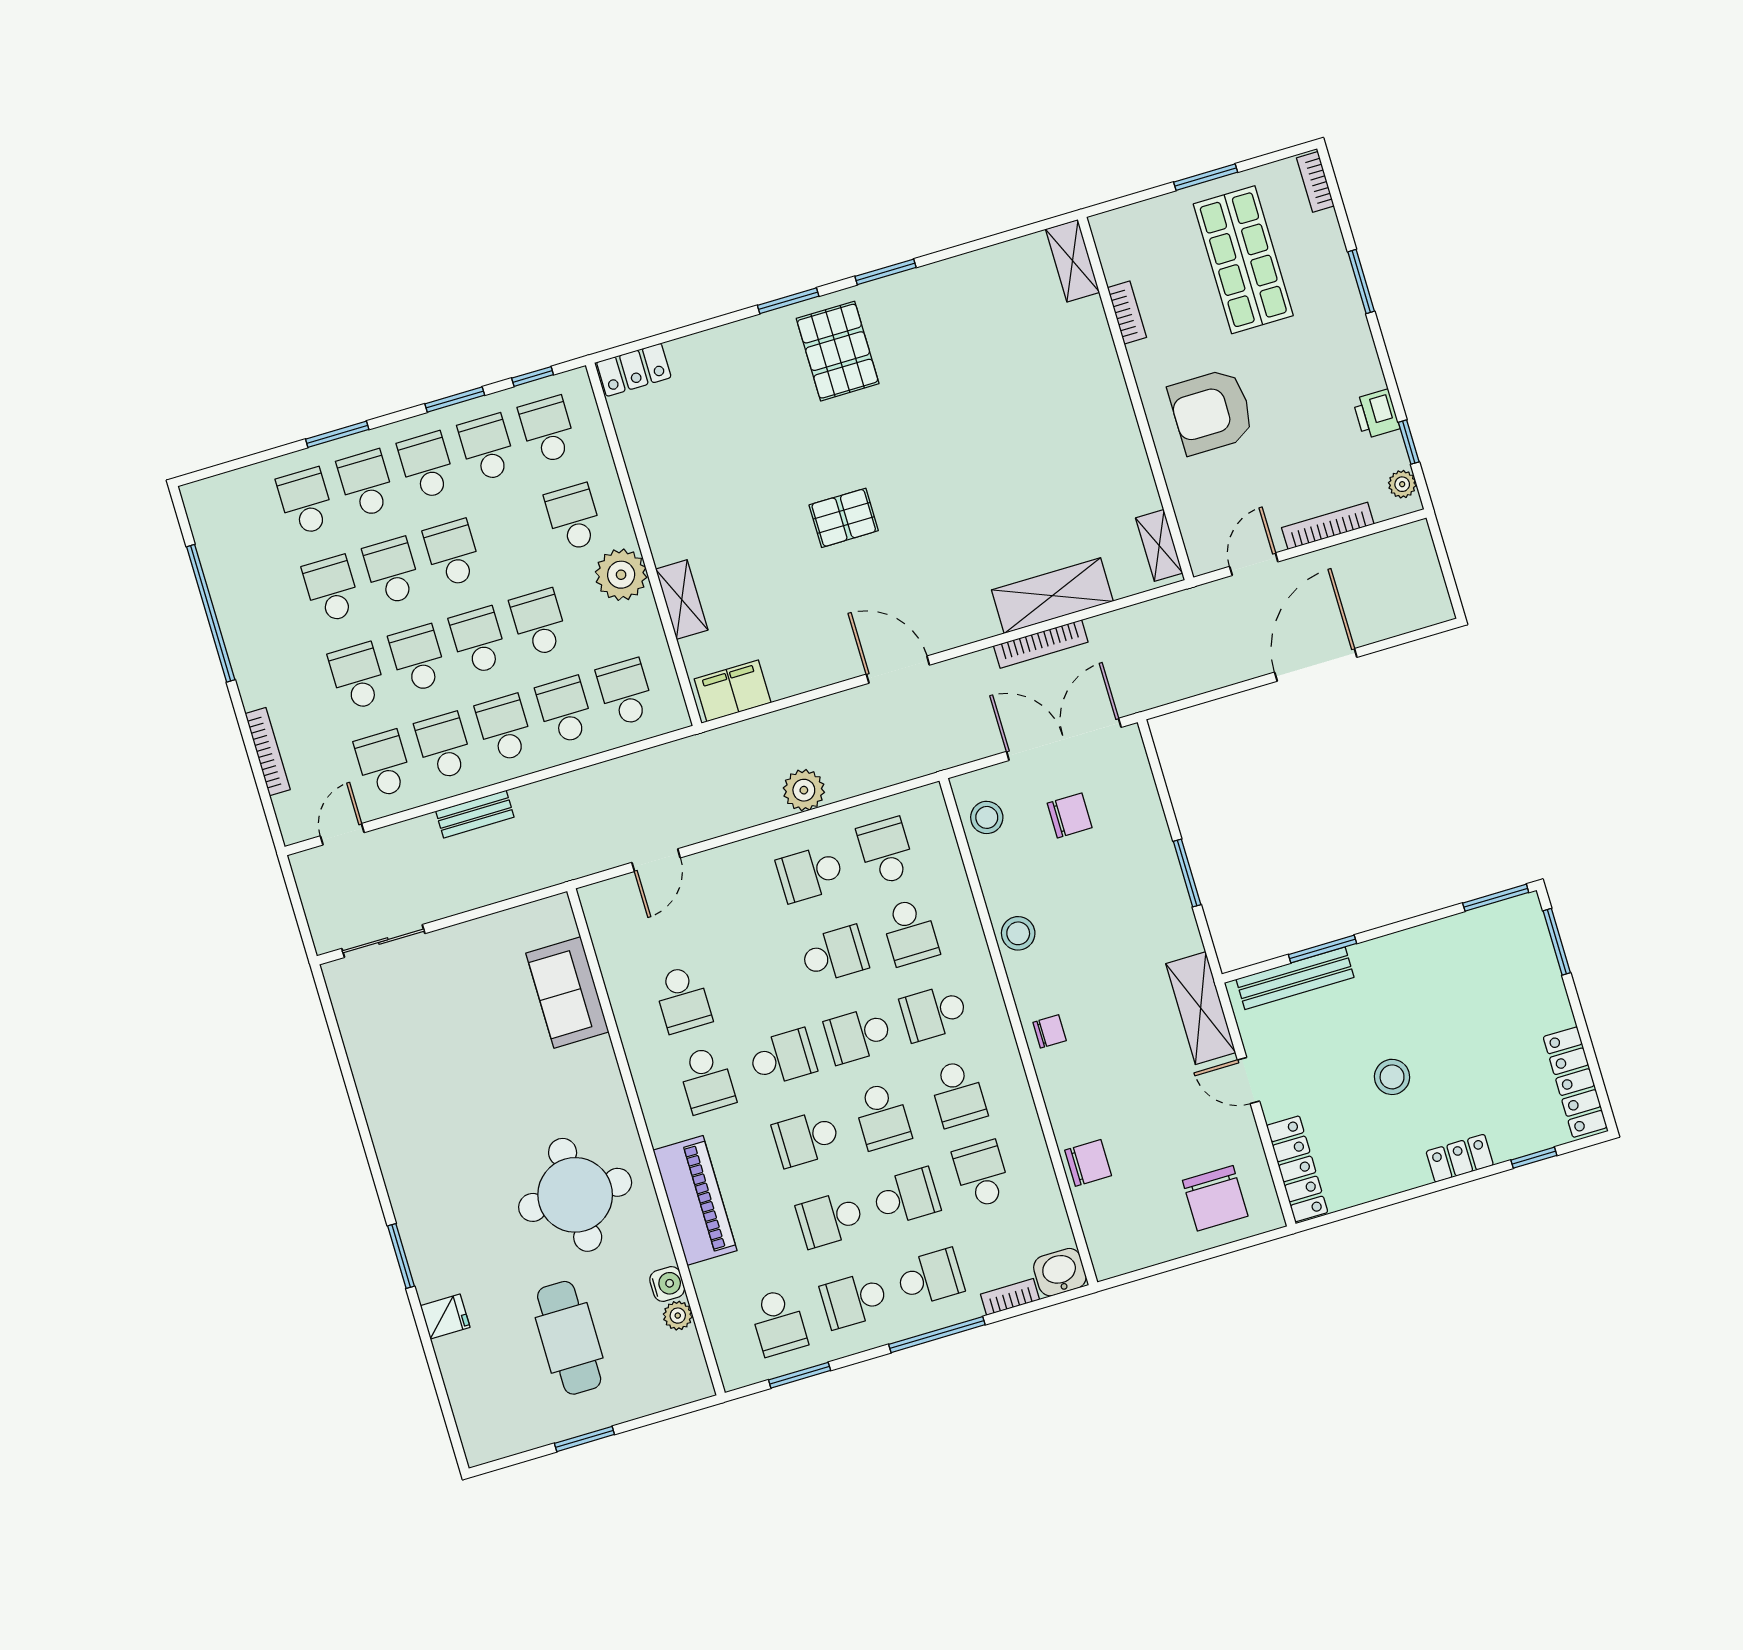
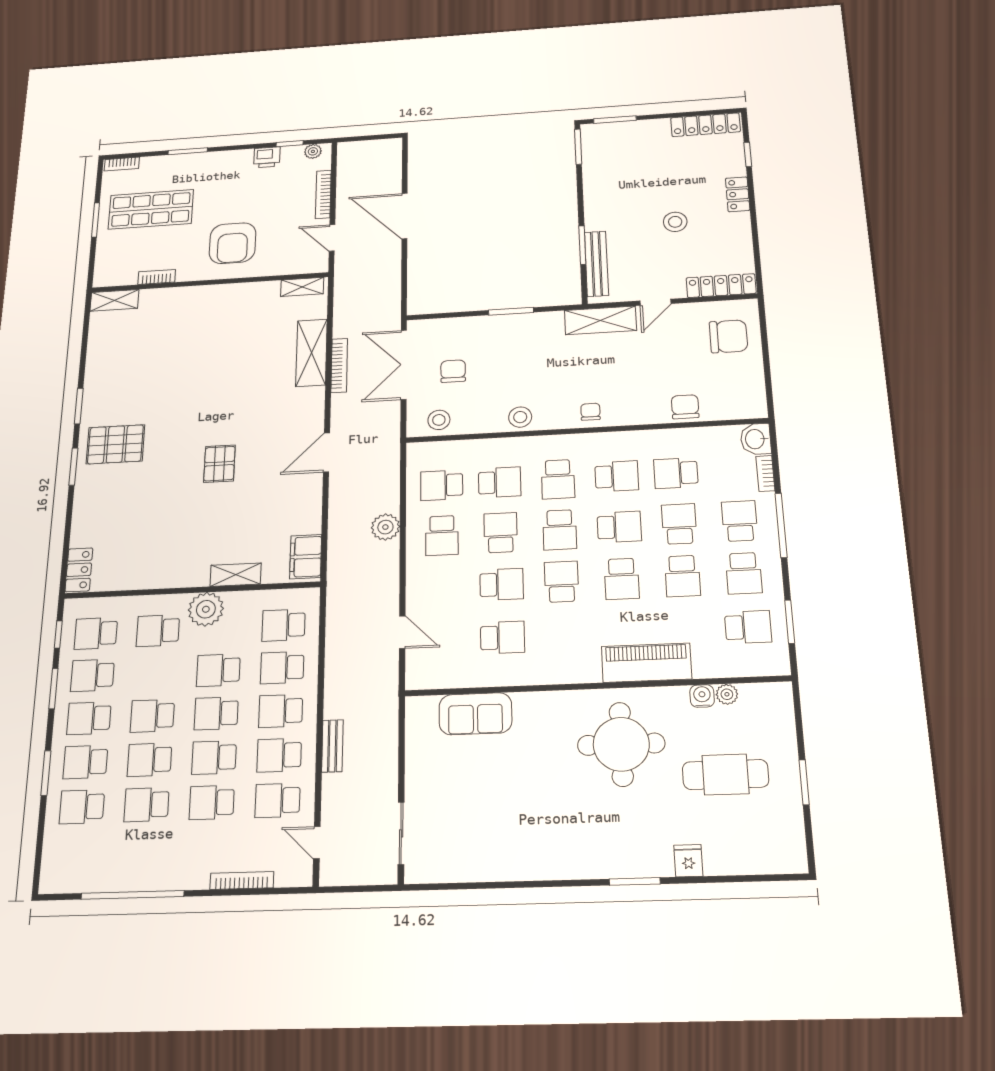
school desk: (707, 1080) -> (502, 584), moved

